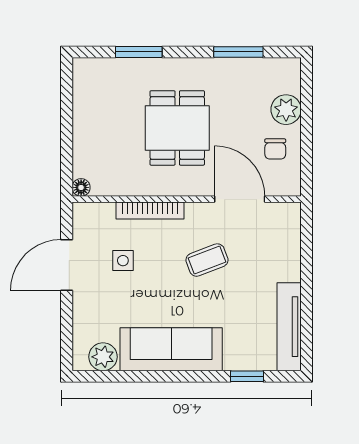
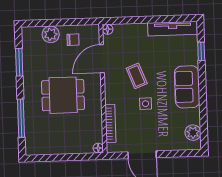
window: (139, 52) -> (21, 118), width x1.44
bookcase: (150, 211) -> (110, 124), moved
floor lamp: (292, 211) -> (108, 29), added
side table: (123, 261) -> (146, 104), moved
sofa: (171, 349) -> (187, 87), width x0.73

